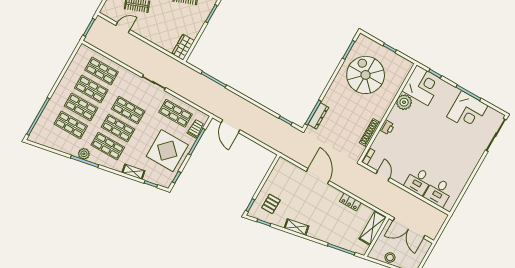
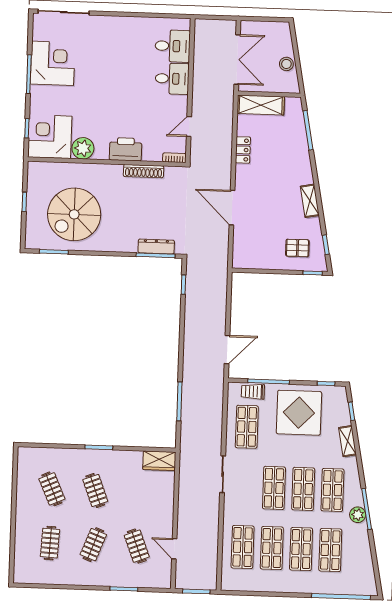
printer: (387, 127) -> (126, 149), width x1.87, depth x1.48
door: (318, 176) -> (232, 208), hinge flipped

